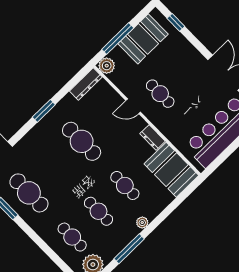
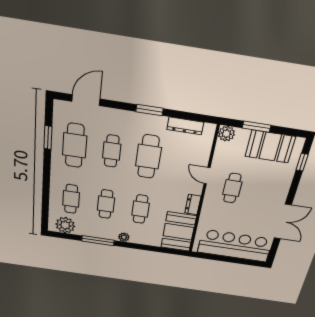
window: (118, 39) -> (257, 127), width x0.69
dresser: (86, 84) -> (185, 126), moved
cafe table: (55, 167) -> (112, 151), added

